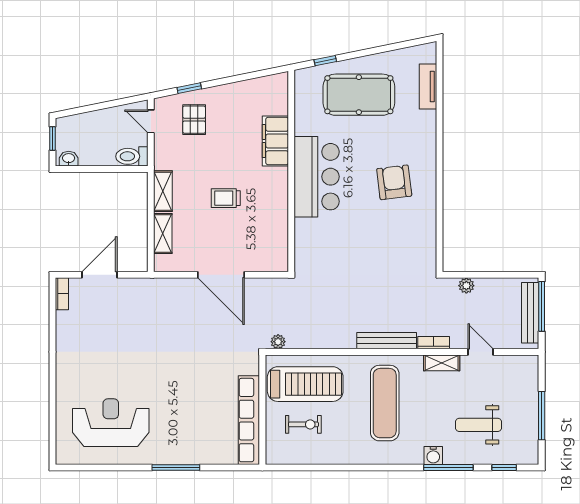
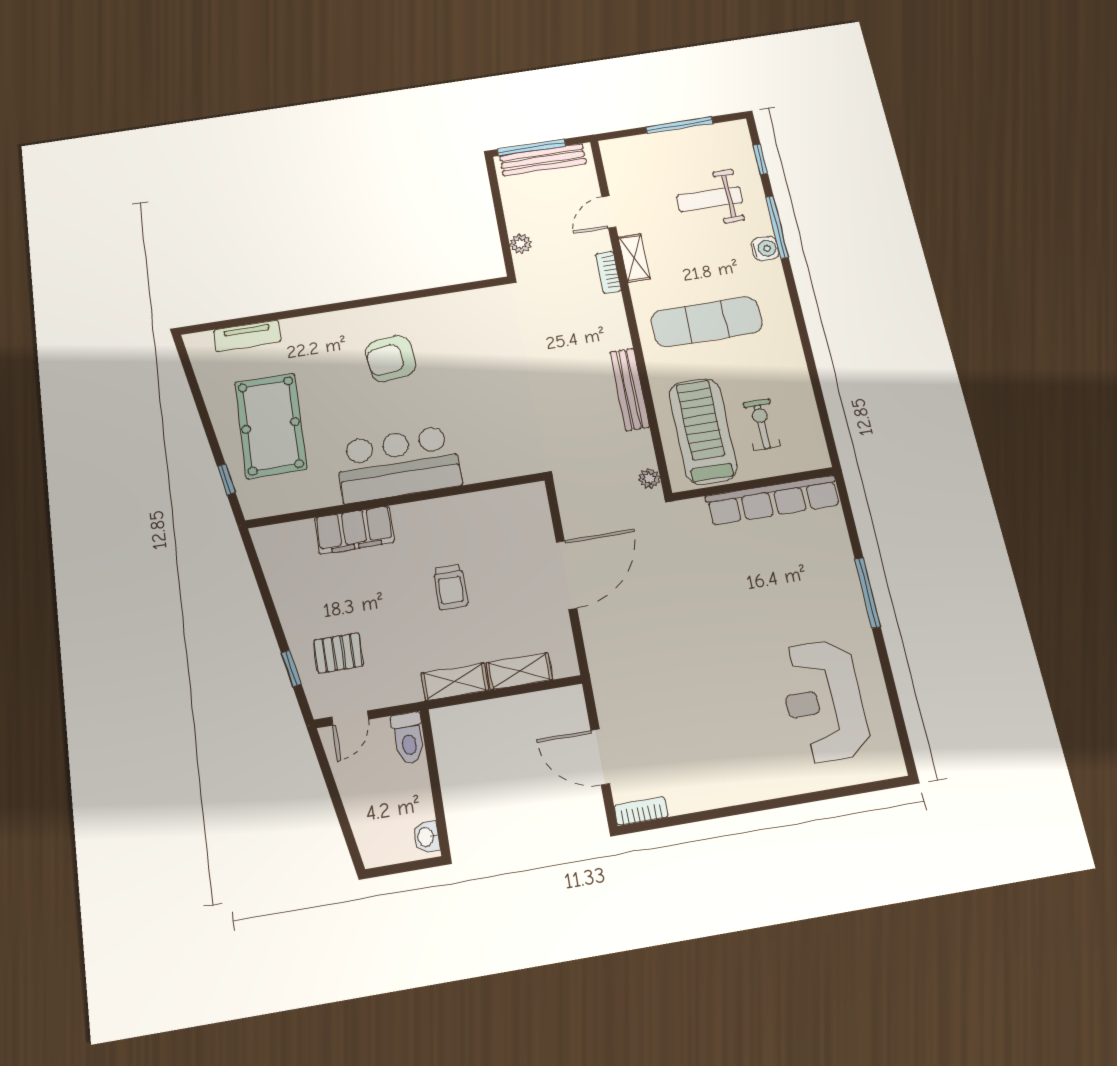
window: (52, 139) -> (398, 868), removed
bench: (387, 341) -> (630, 389), moved
weight bench: (479, 425) -> (710, 199), turned 90

